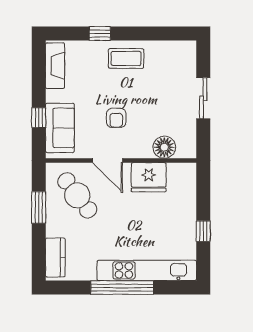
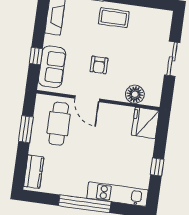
fridge: (149, 177) -> (145, 123), moved, turned 90
cafe table: (77, 195) -> (59, 124), turned 37
kitchen unit: (147, 270) -> (117, 194), width x0.73

